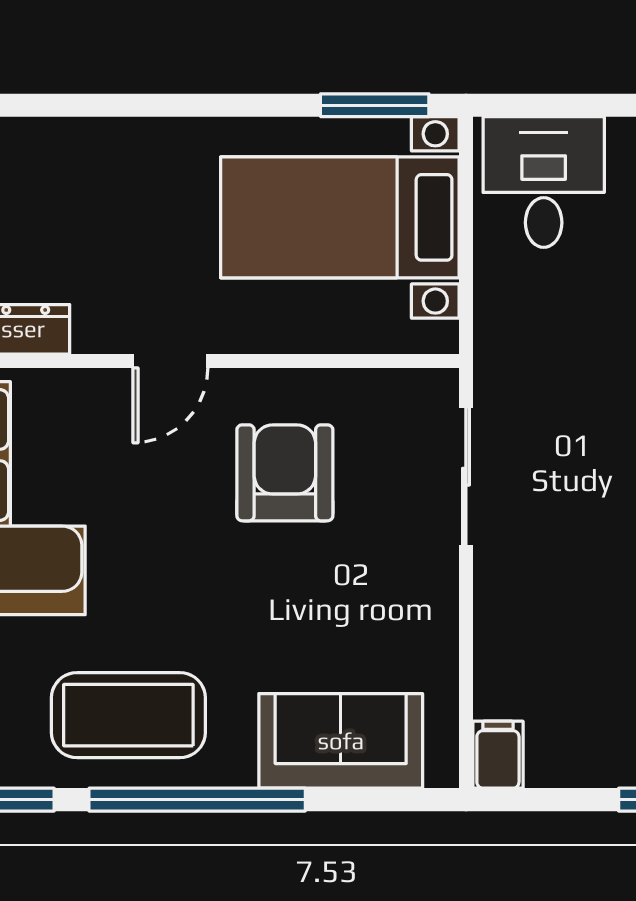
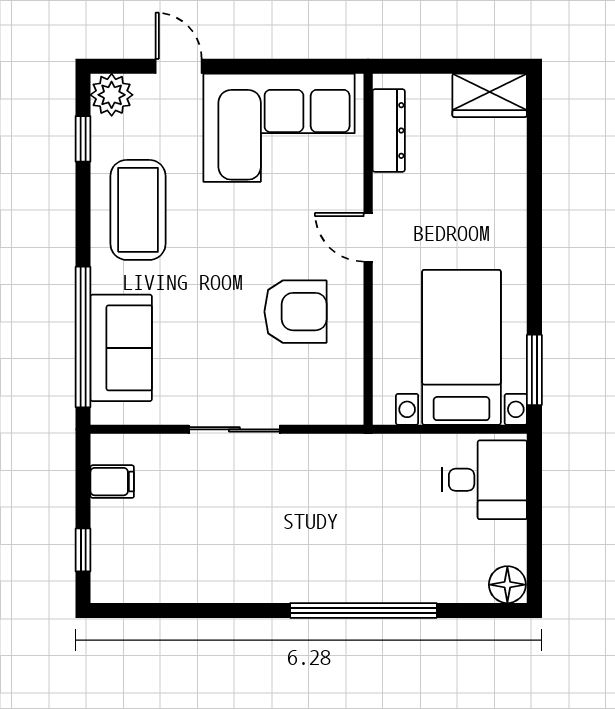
sliding door: (466, 477) -> (234, 429), moved
filing cabinet: (498, 755) -> (112, 482), moved
window: (197, 800) -> (83, 337), moved

